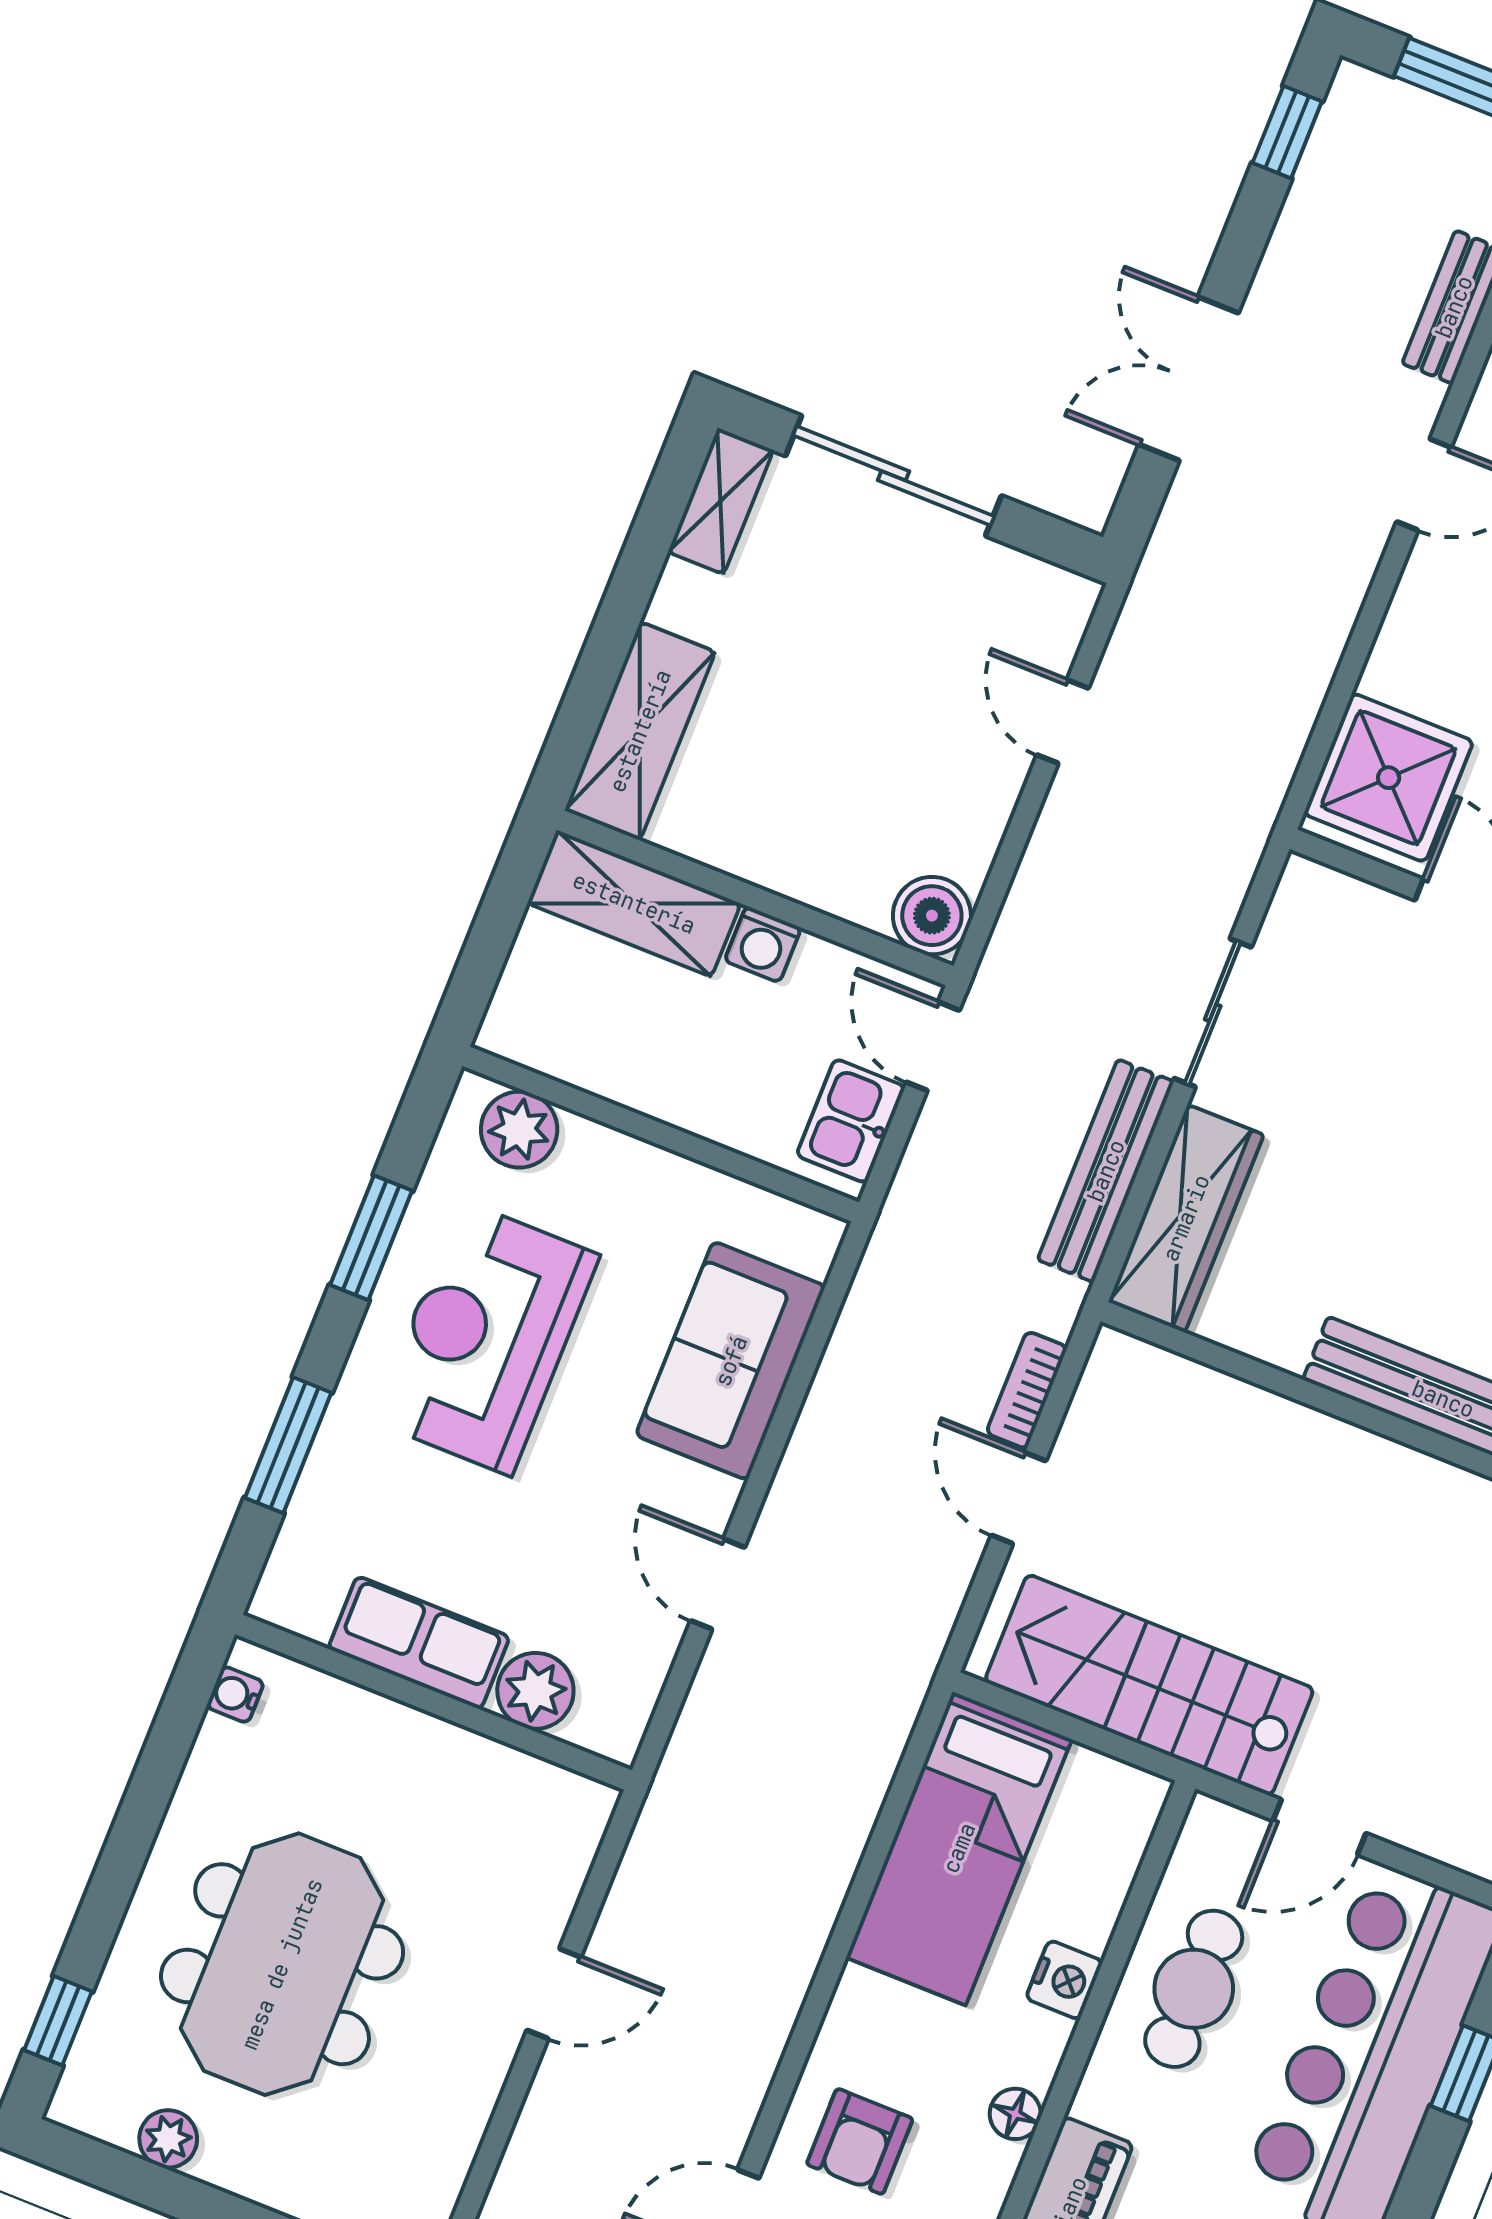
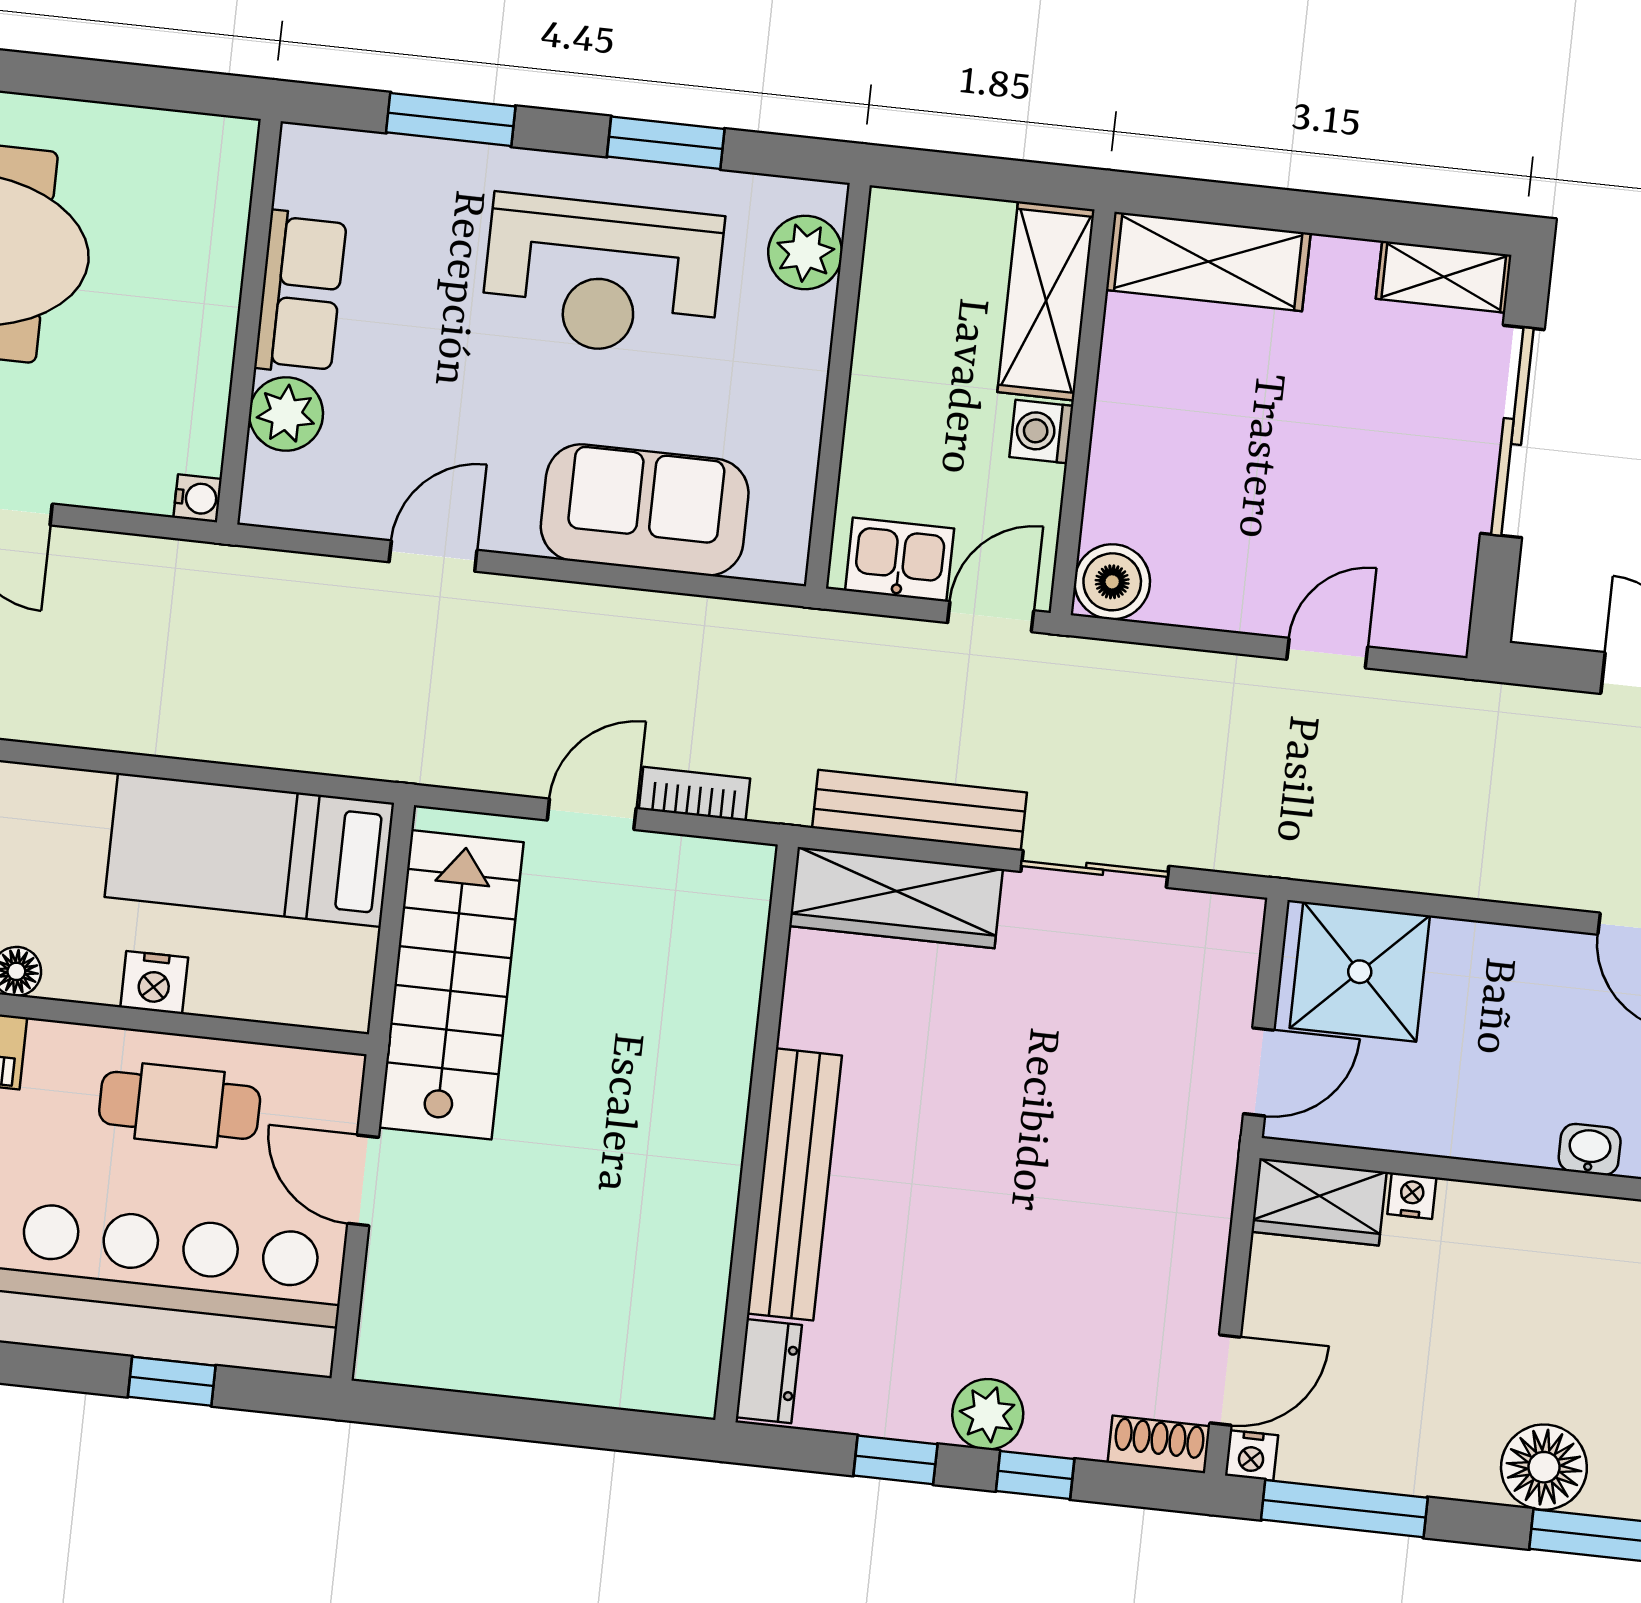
reception desk: (486, 1338) -> (602, 276), turned 180
water cooler: (235, 1695) -> (198, 498), moved, turned 90

